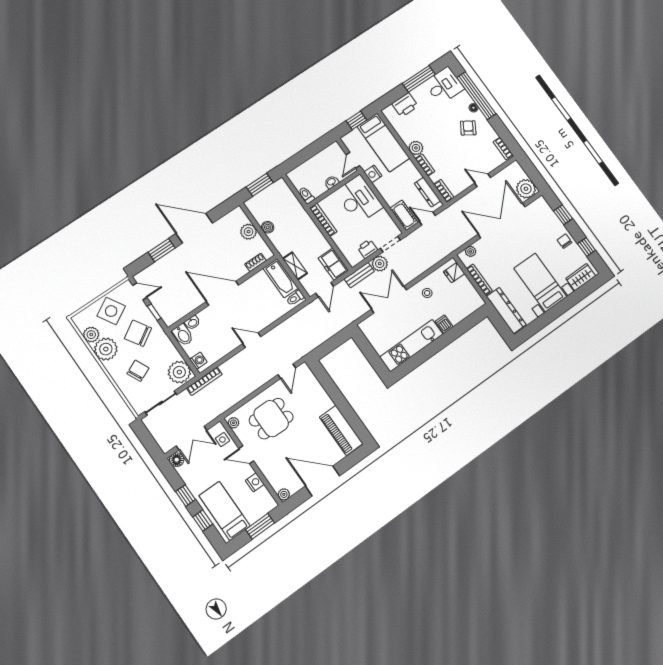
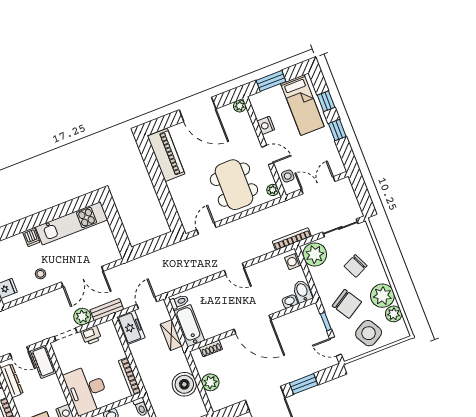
boiler: (268, 227) -> (184, 384), width x1.86, depth x1.86
dining table: (271, 419) -> (234, 185), width x1.38
floor lamp: (177, 460) -> (338, 168), removed

